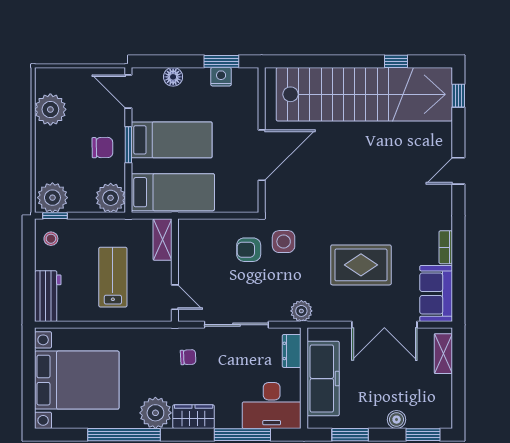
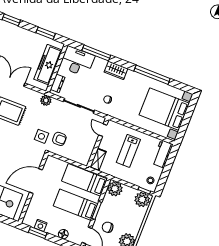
chair: (102, 148) -> (108, 227), moved
plant: (155, 413) -> (133, 79), removed
boiler: (397, 420) -> (21, 32), removed

